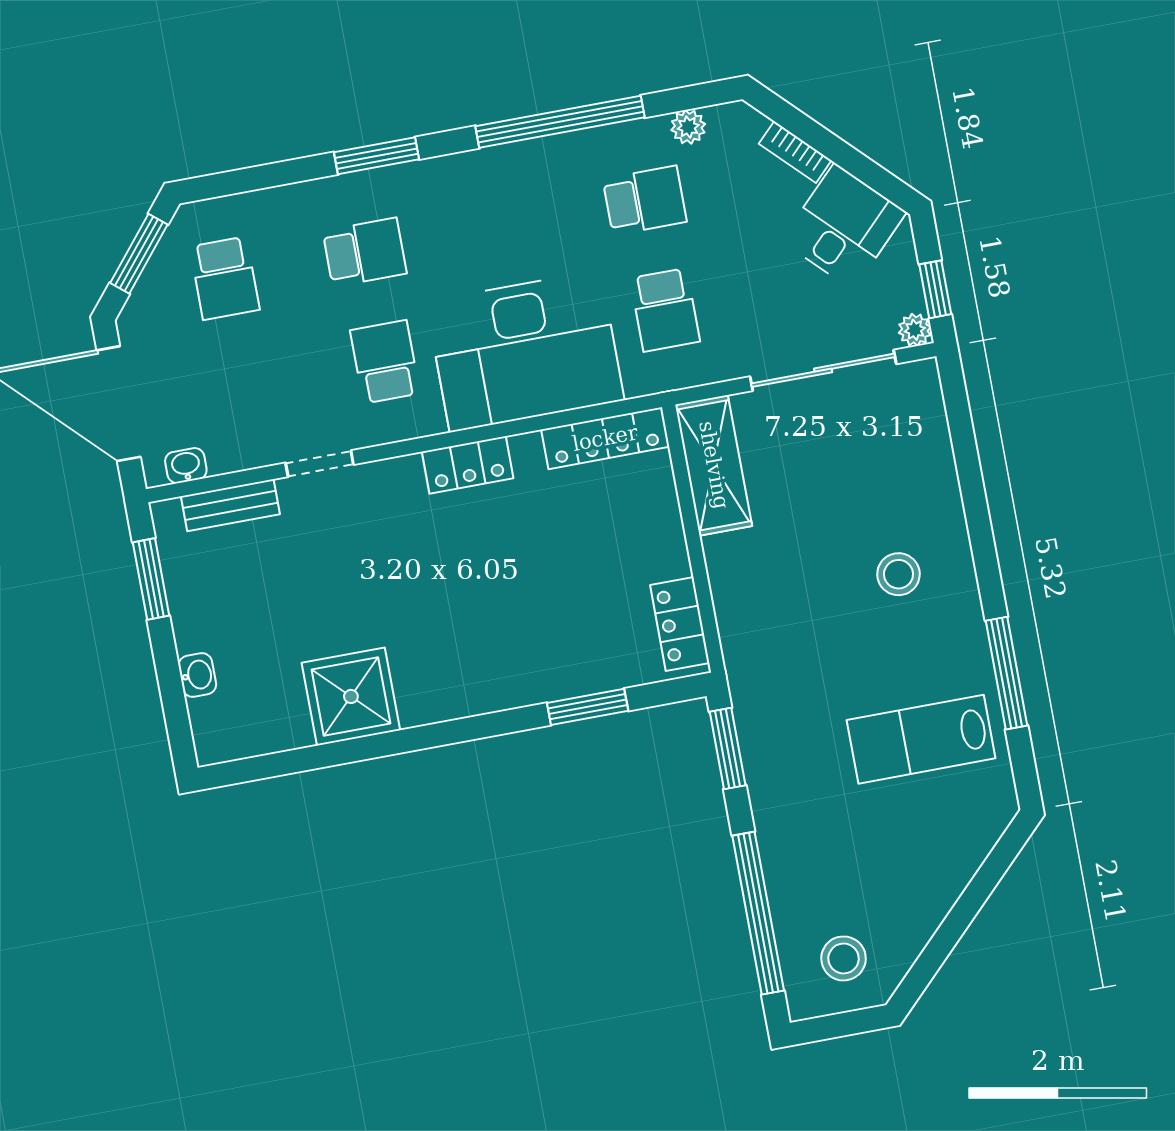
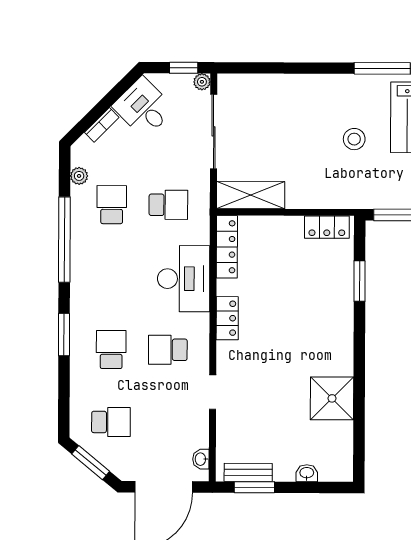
desk: (525, 351) -> (184, 279), width x0.73, depth x0.77
bench: (230, 505) -> (248, 472), moved, turned 90
stool: (898, 574) -> (354, 139), moved

